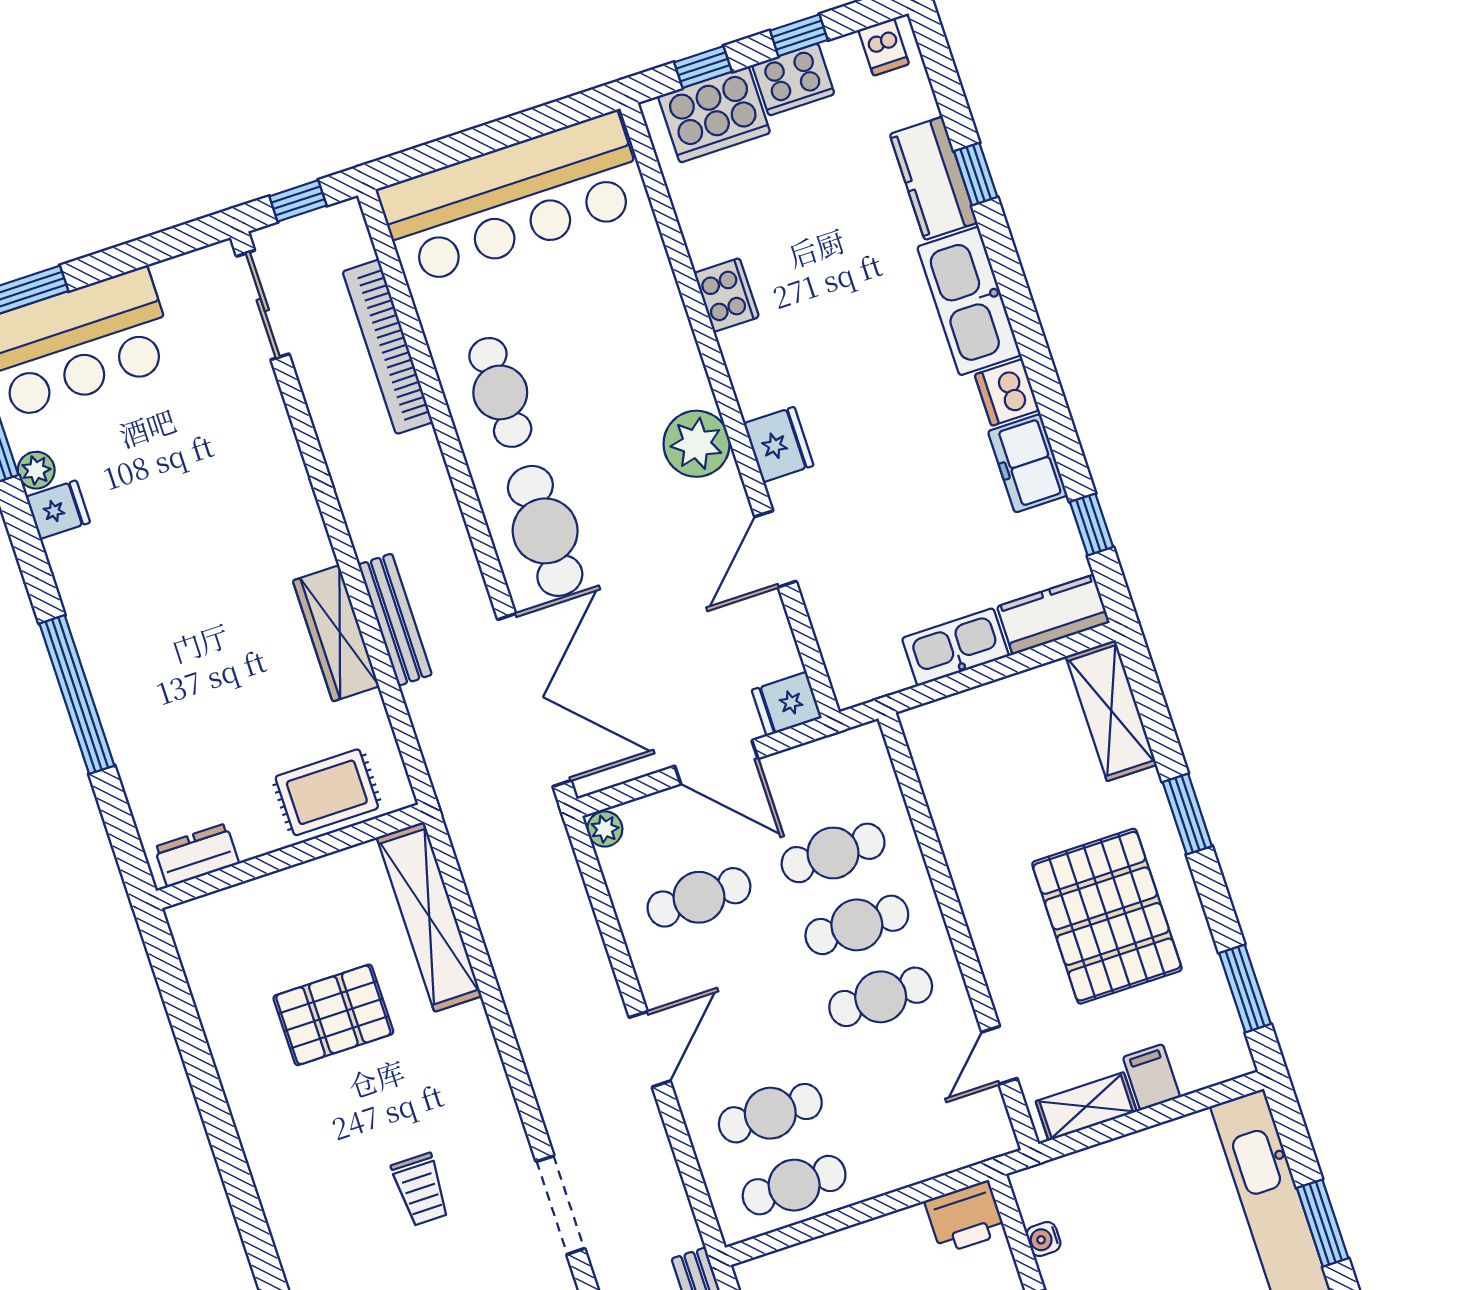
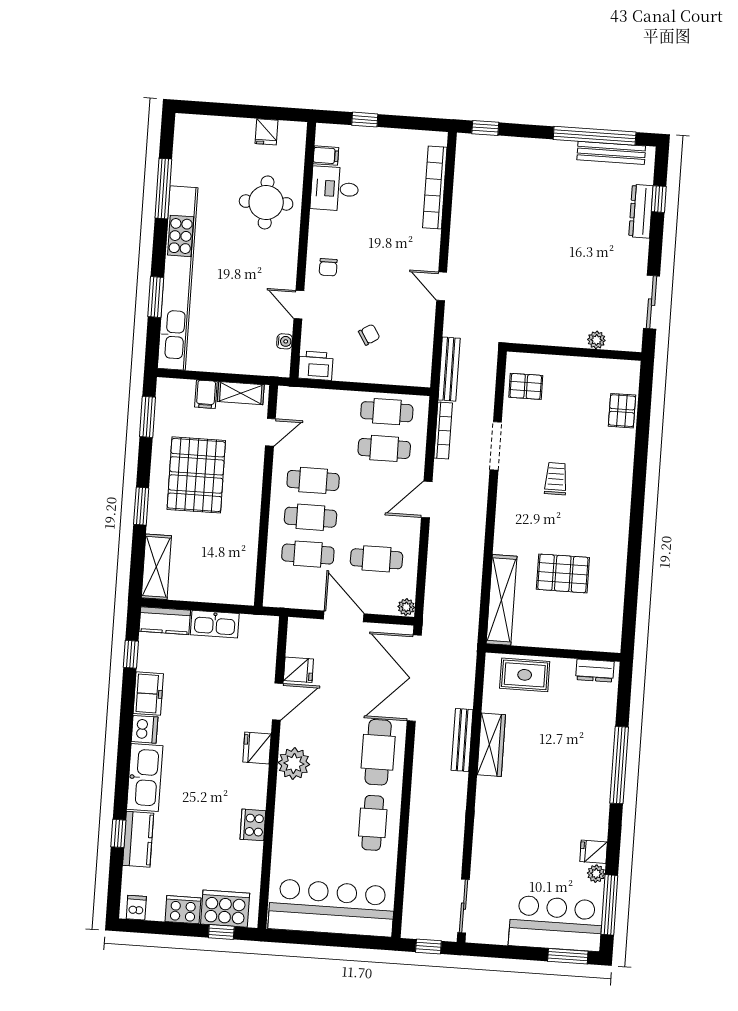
window: (799, 35) -> (172, 929), removed
bookcase: (388, 347) -> (443, 430), moved, width x0.68, depth x0.76
fridge: (787, 704) -> (298, 670), moved

